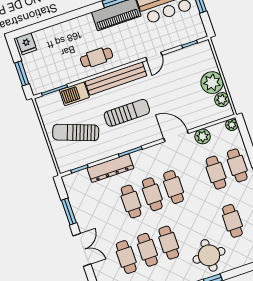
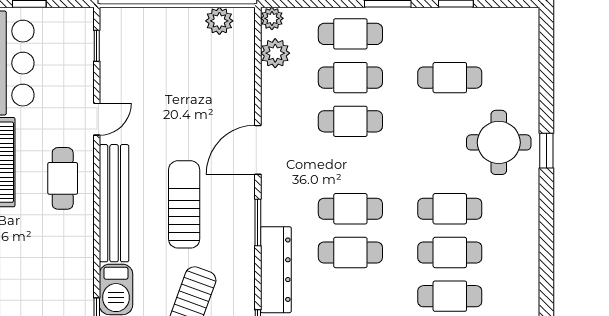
door: (154, 56) -> (97, 119), hinge flipped
cafe table: (97, 57) -> (63, 178), moved
plant: (212, 83) -> (182, 28), removed
door: (176, 136) -> (258, 150), moved
plant: (203, 136) -> (275, 53), moved
cafe table: (174, 187) -> (350, 121), moved

